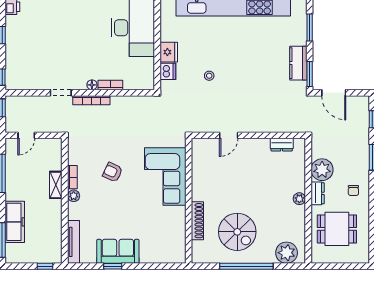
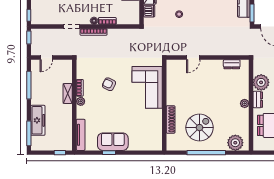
spiral stairs: (237, 232) -> (199, 128), turned -90

